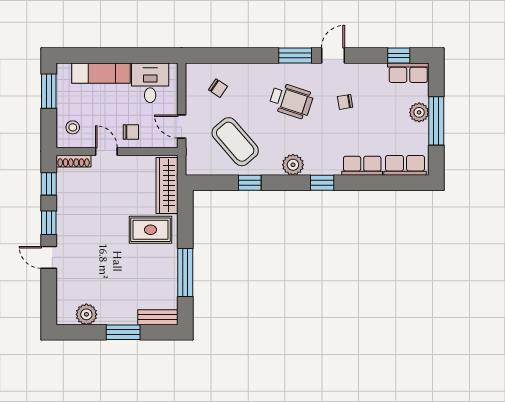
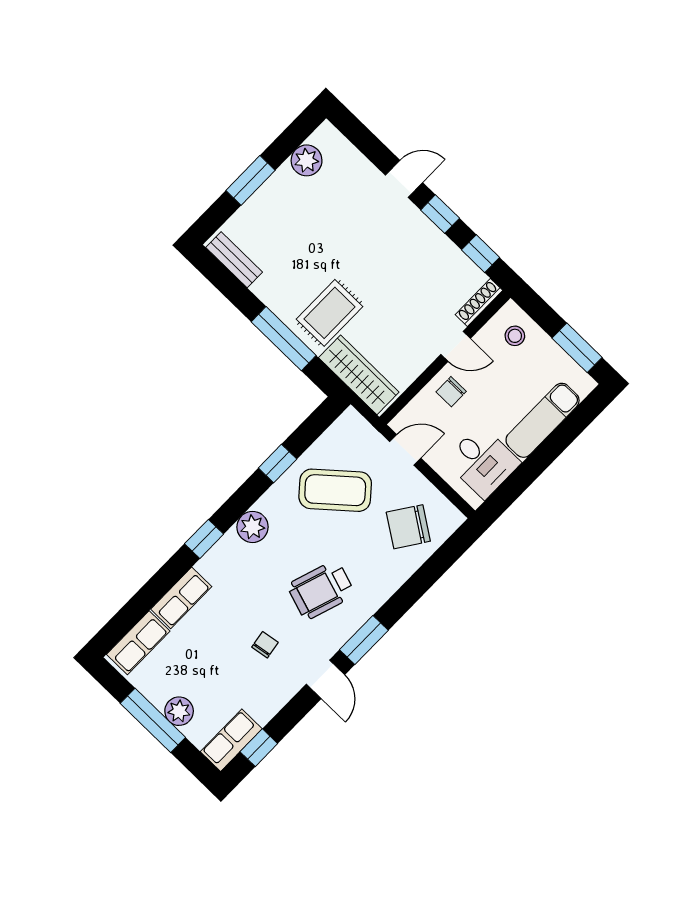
chair: (218, 88) -> (408, 527), width x1.87, depth x1.87
window: (185, 272) -> (284, 339), moved
bench: (158, 317) -> (234, 260), moved, turned 90

